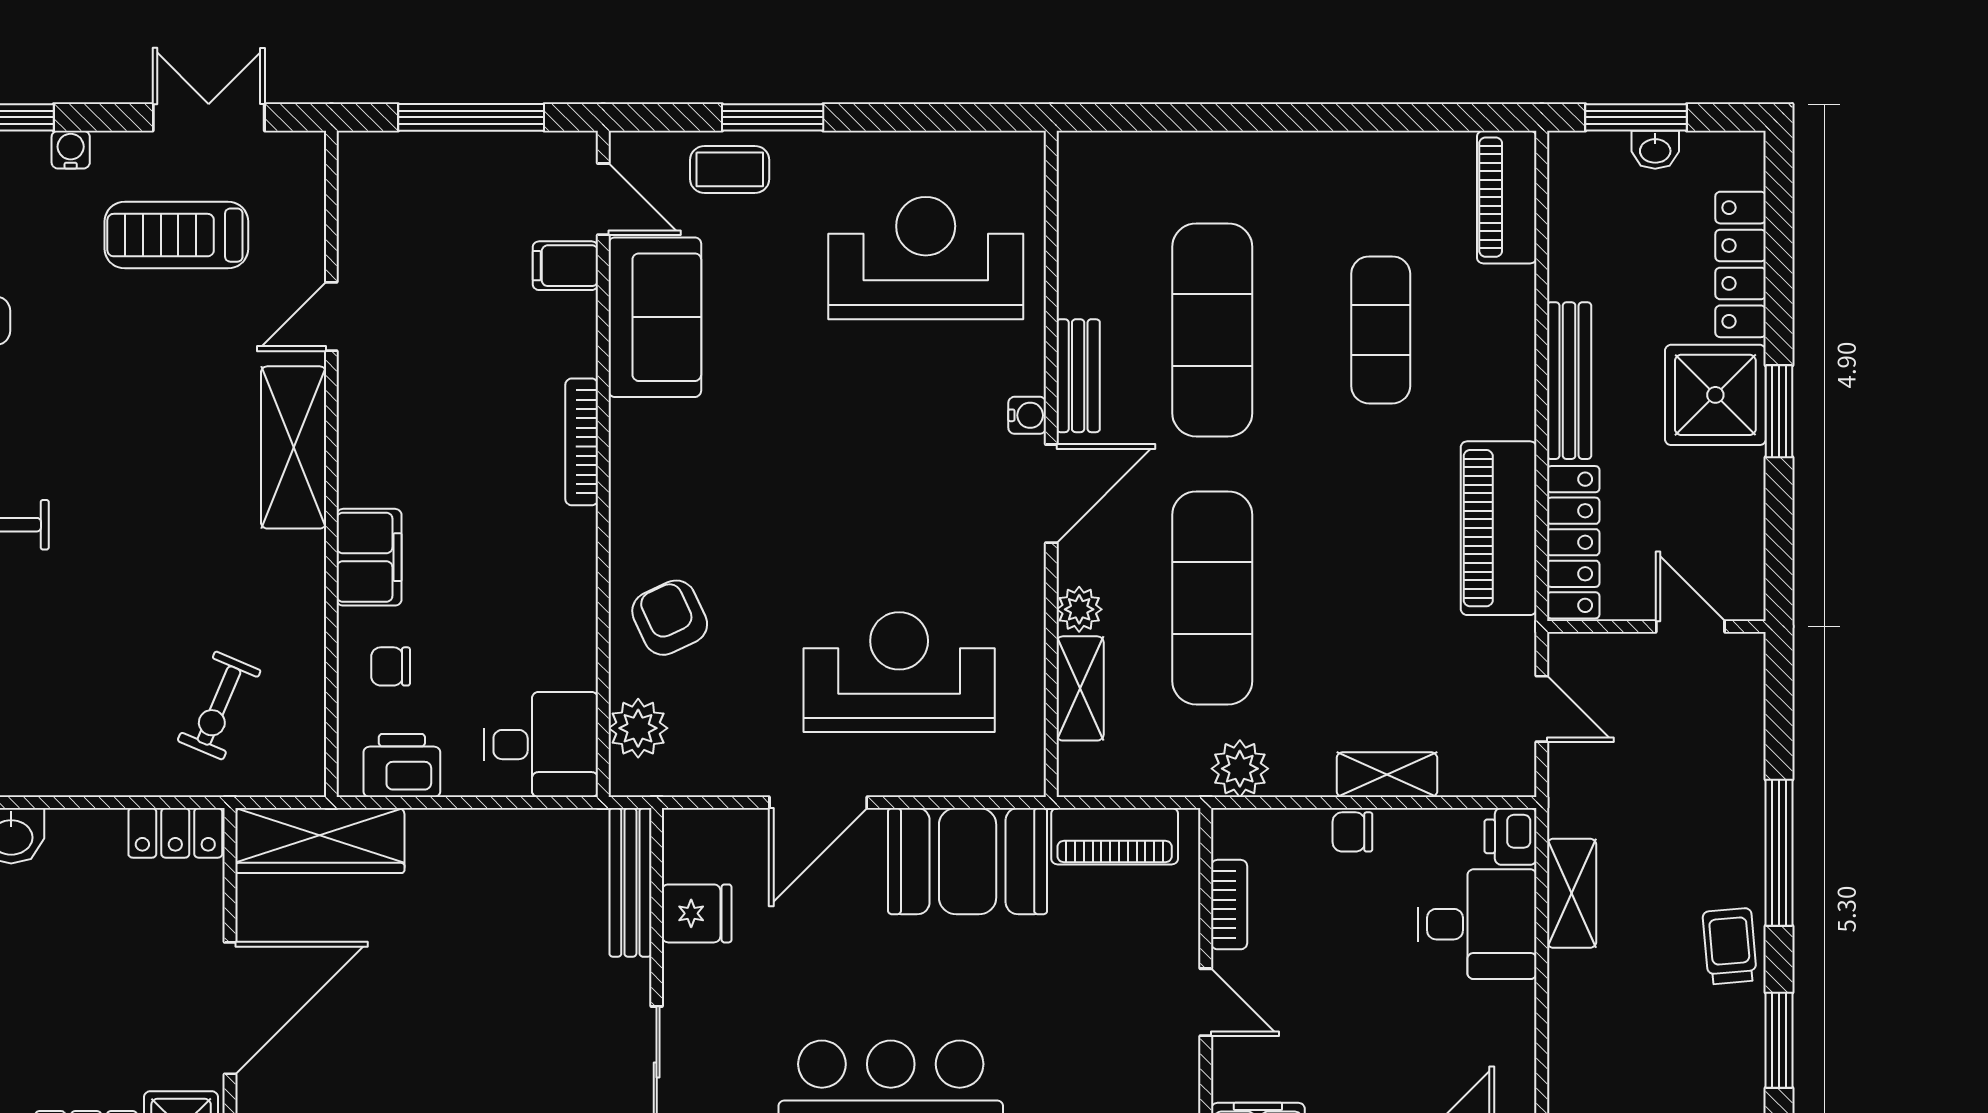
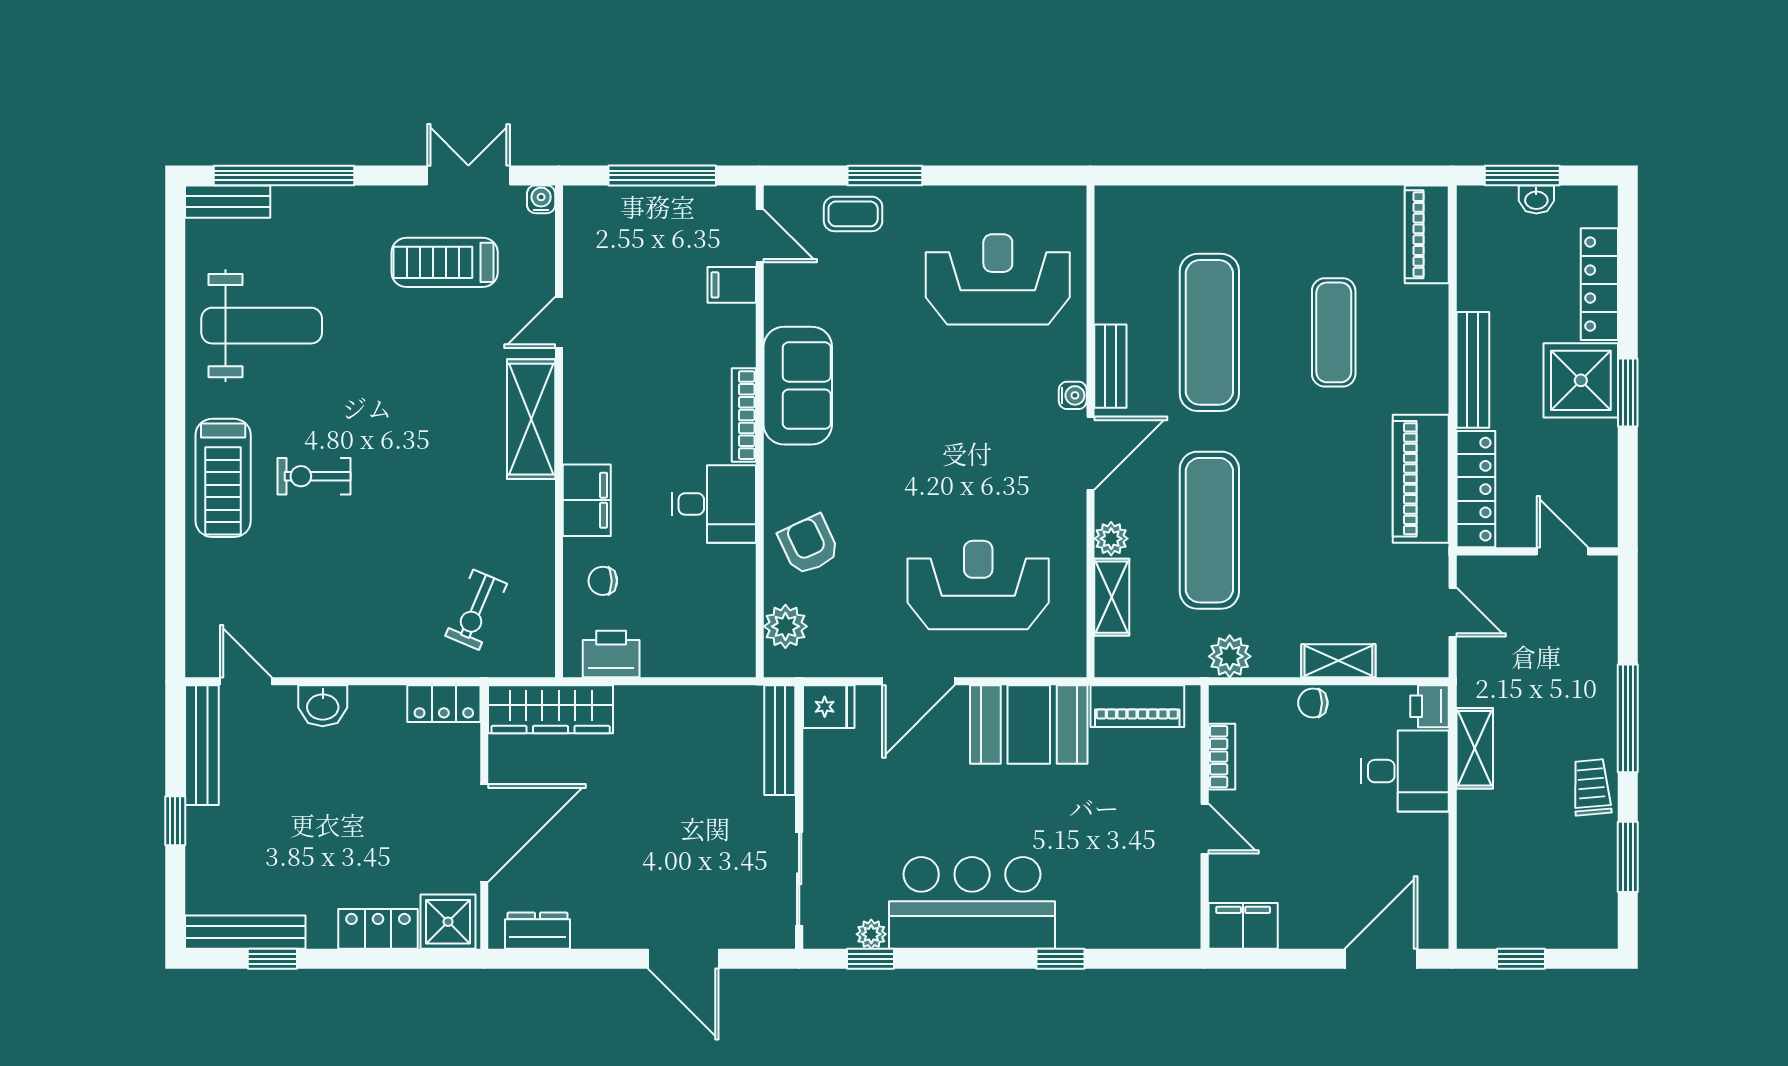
water cooler: (71, 150) -> (541, 199), moved
sofa: (655, 317) -> (798, 386), moved
desk: (541, 745) -> (714, 504), moved
fridge: (697, 913) -> (829, 707), moved

